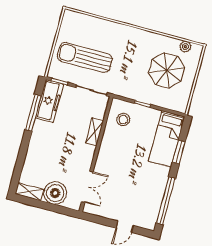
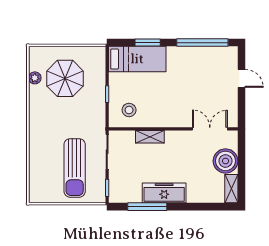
plant: (185, 47) -> (35, 78), moved
freezer: (49, 101) -> (164, 193), moved

